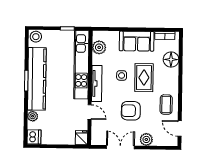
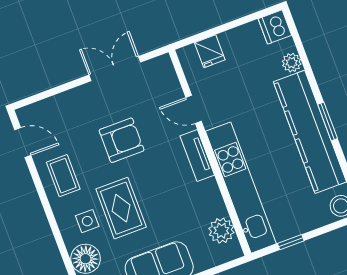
side table: (122, 75) -> (87, 221), moved
tv unit: (97, 84) -> (197, 156), width x0.71
fridge: (81, 138) -> (210, 51), moved
plant: (146, 139) -> (74, 100), removed
double door: (120, 147) -> (115, 69), swing flipped

